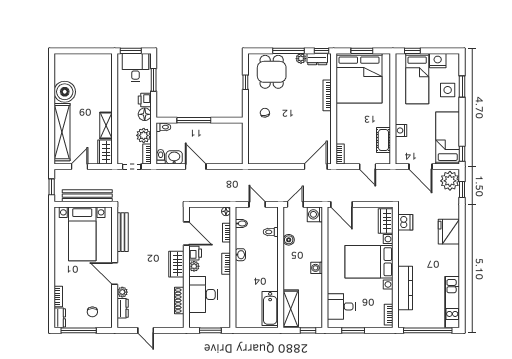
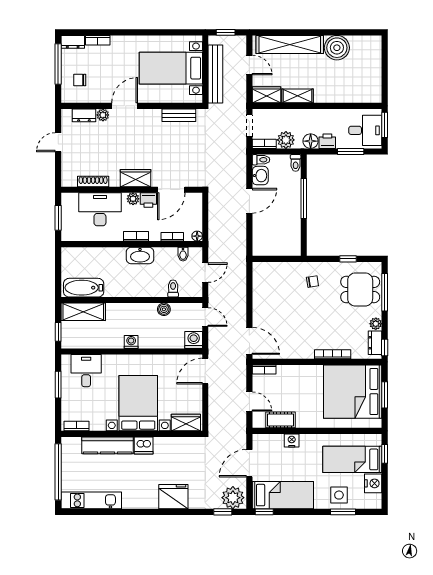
window: (288, 51) -> (385, 292), moved
door: (368, 167) -> (249, 402), swing flipped
dishwasher: (405, 222) -> (144, 445), moved
bench: (123, 232) -> (179, 115), width x0.73
washbasin: (240, 255) -> (140, 255), width x1.91, depth x1.45

